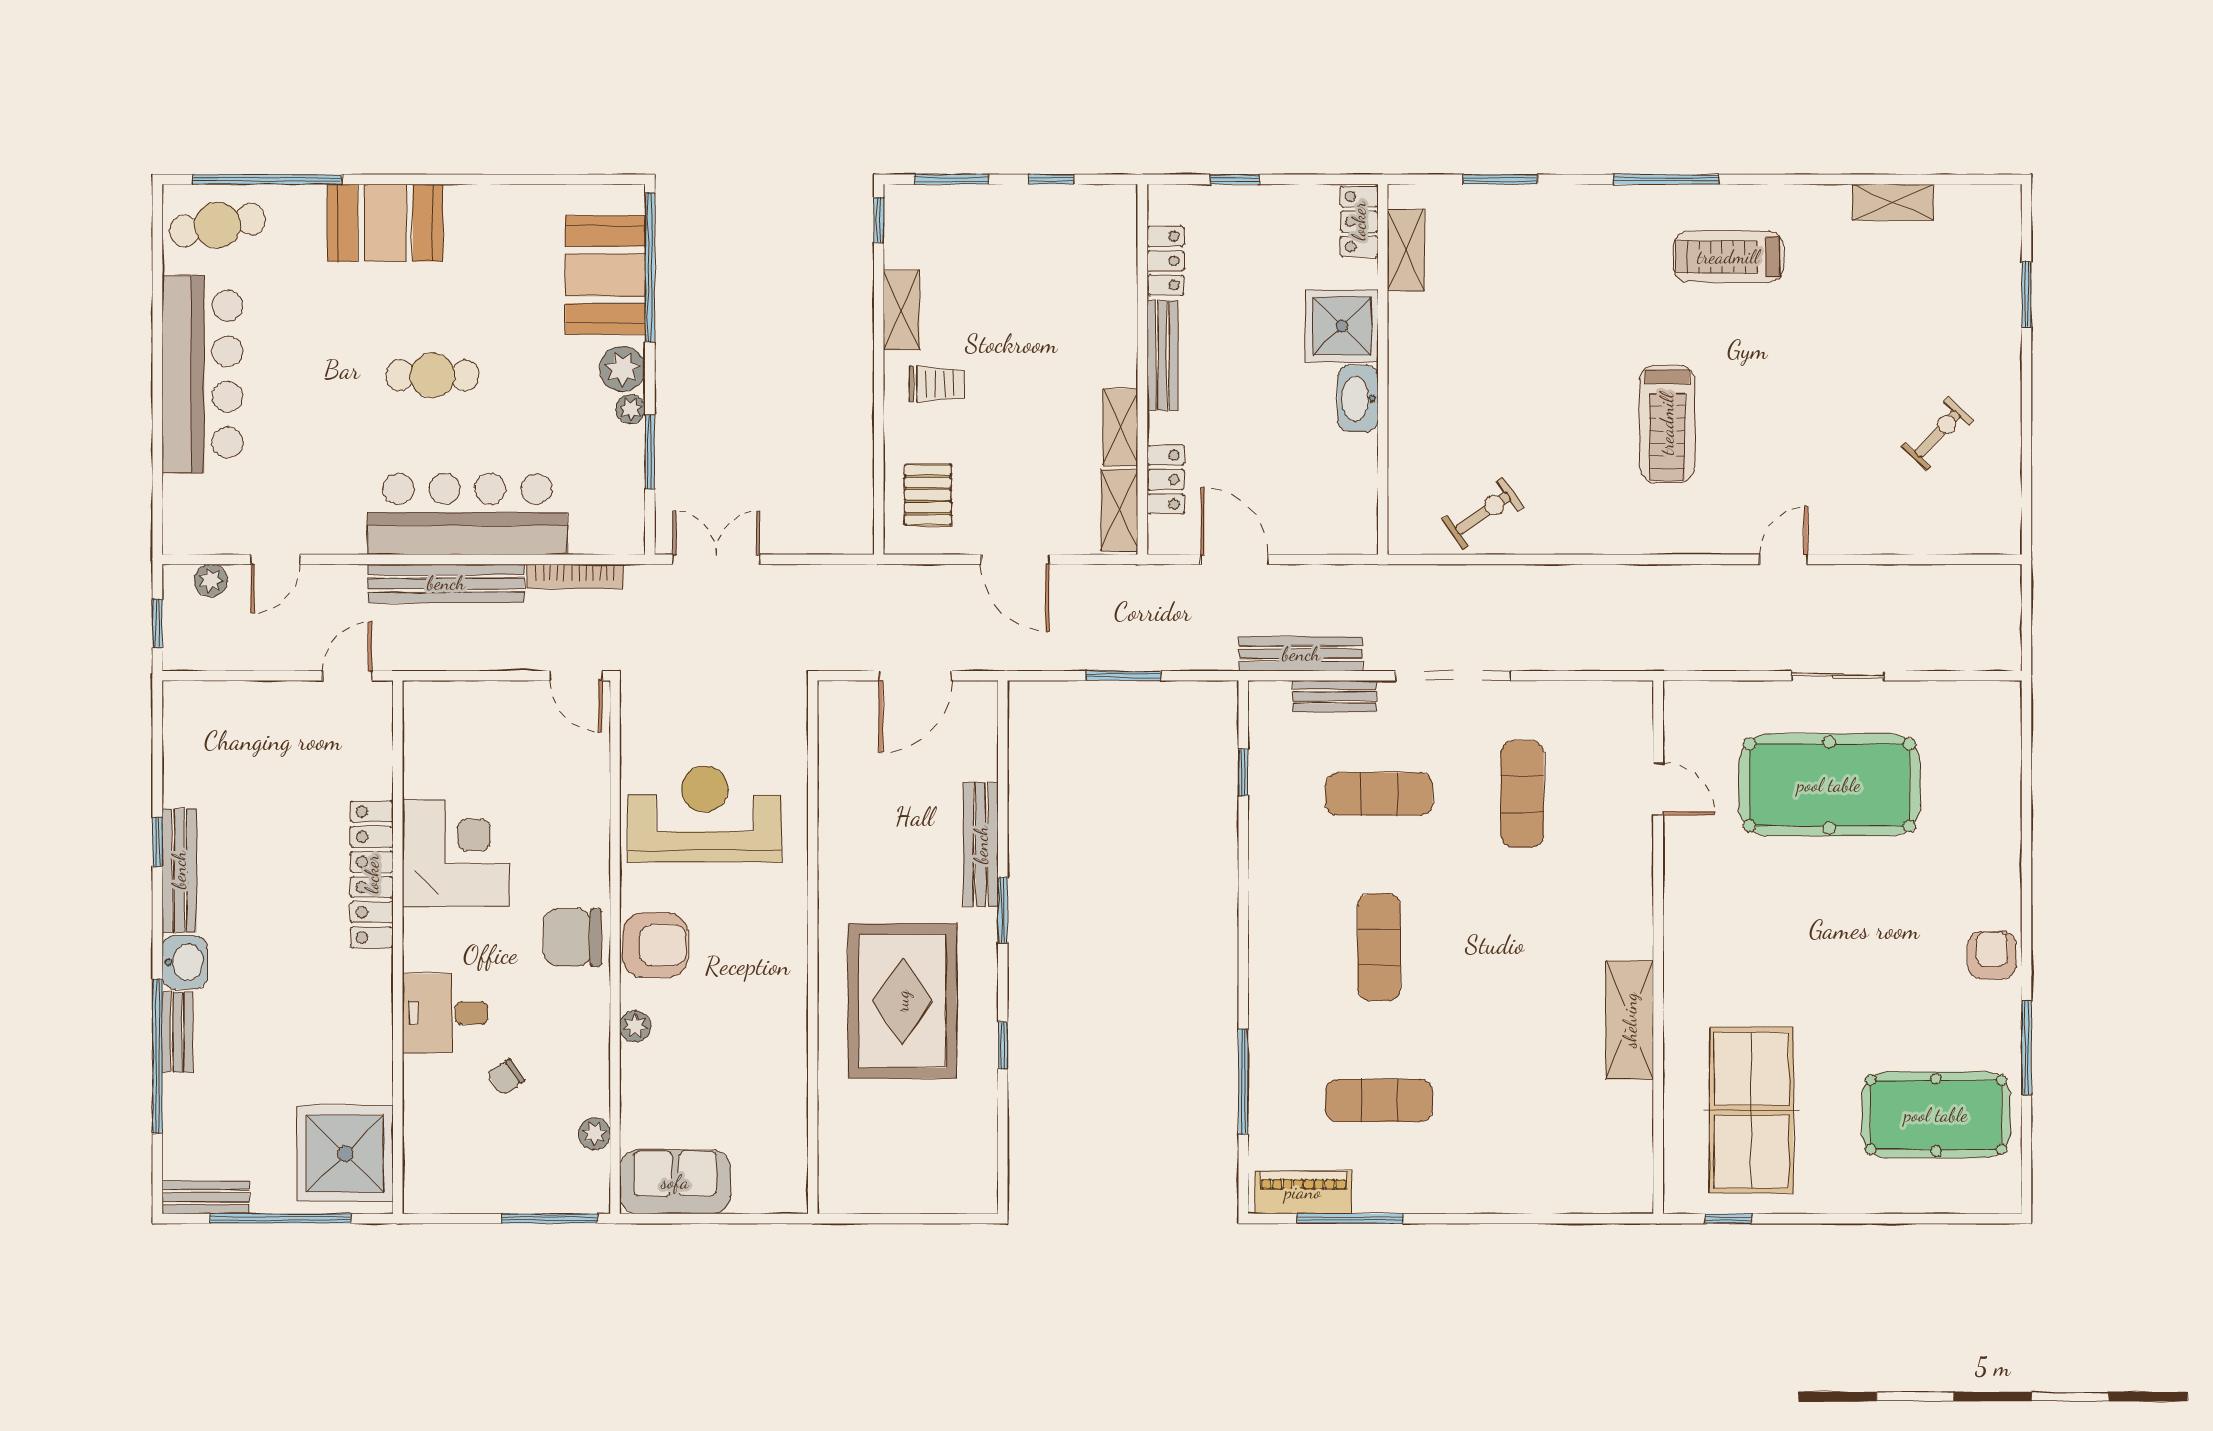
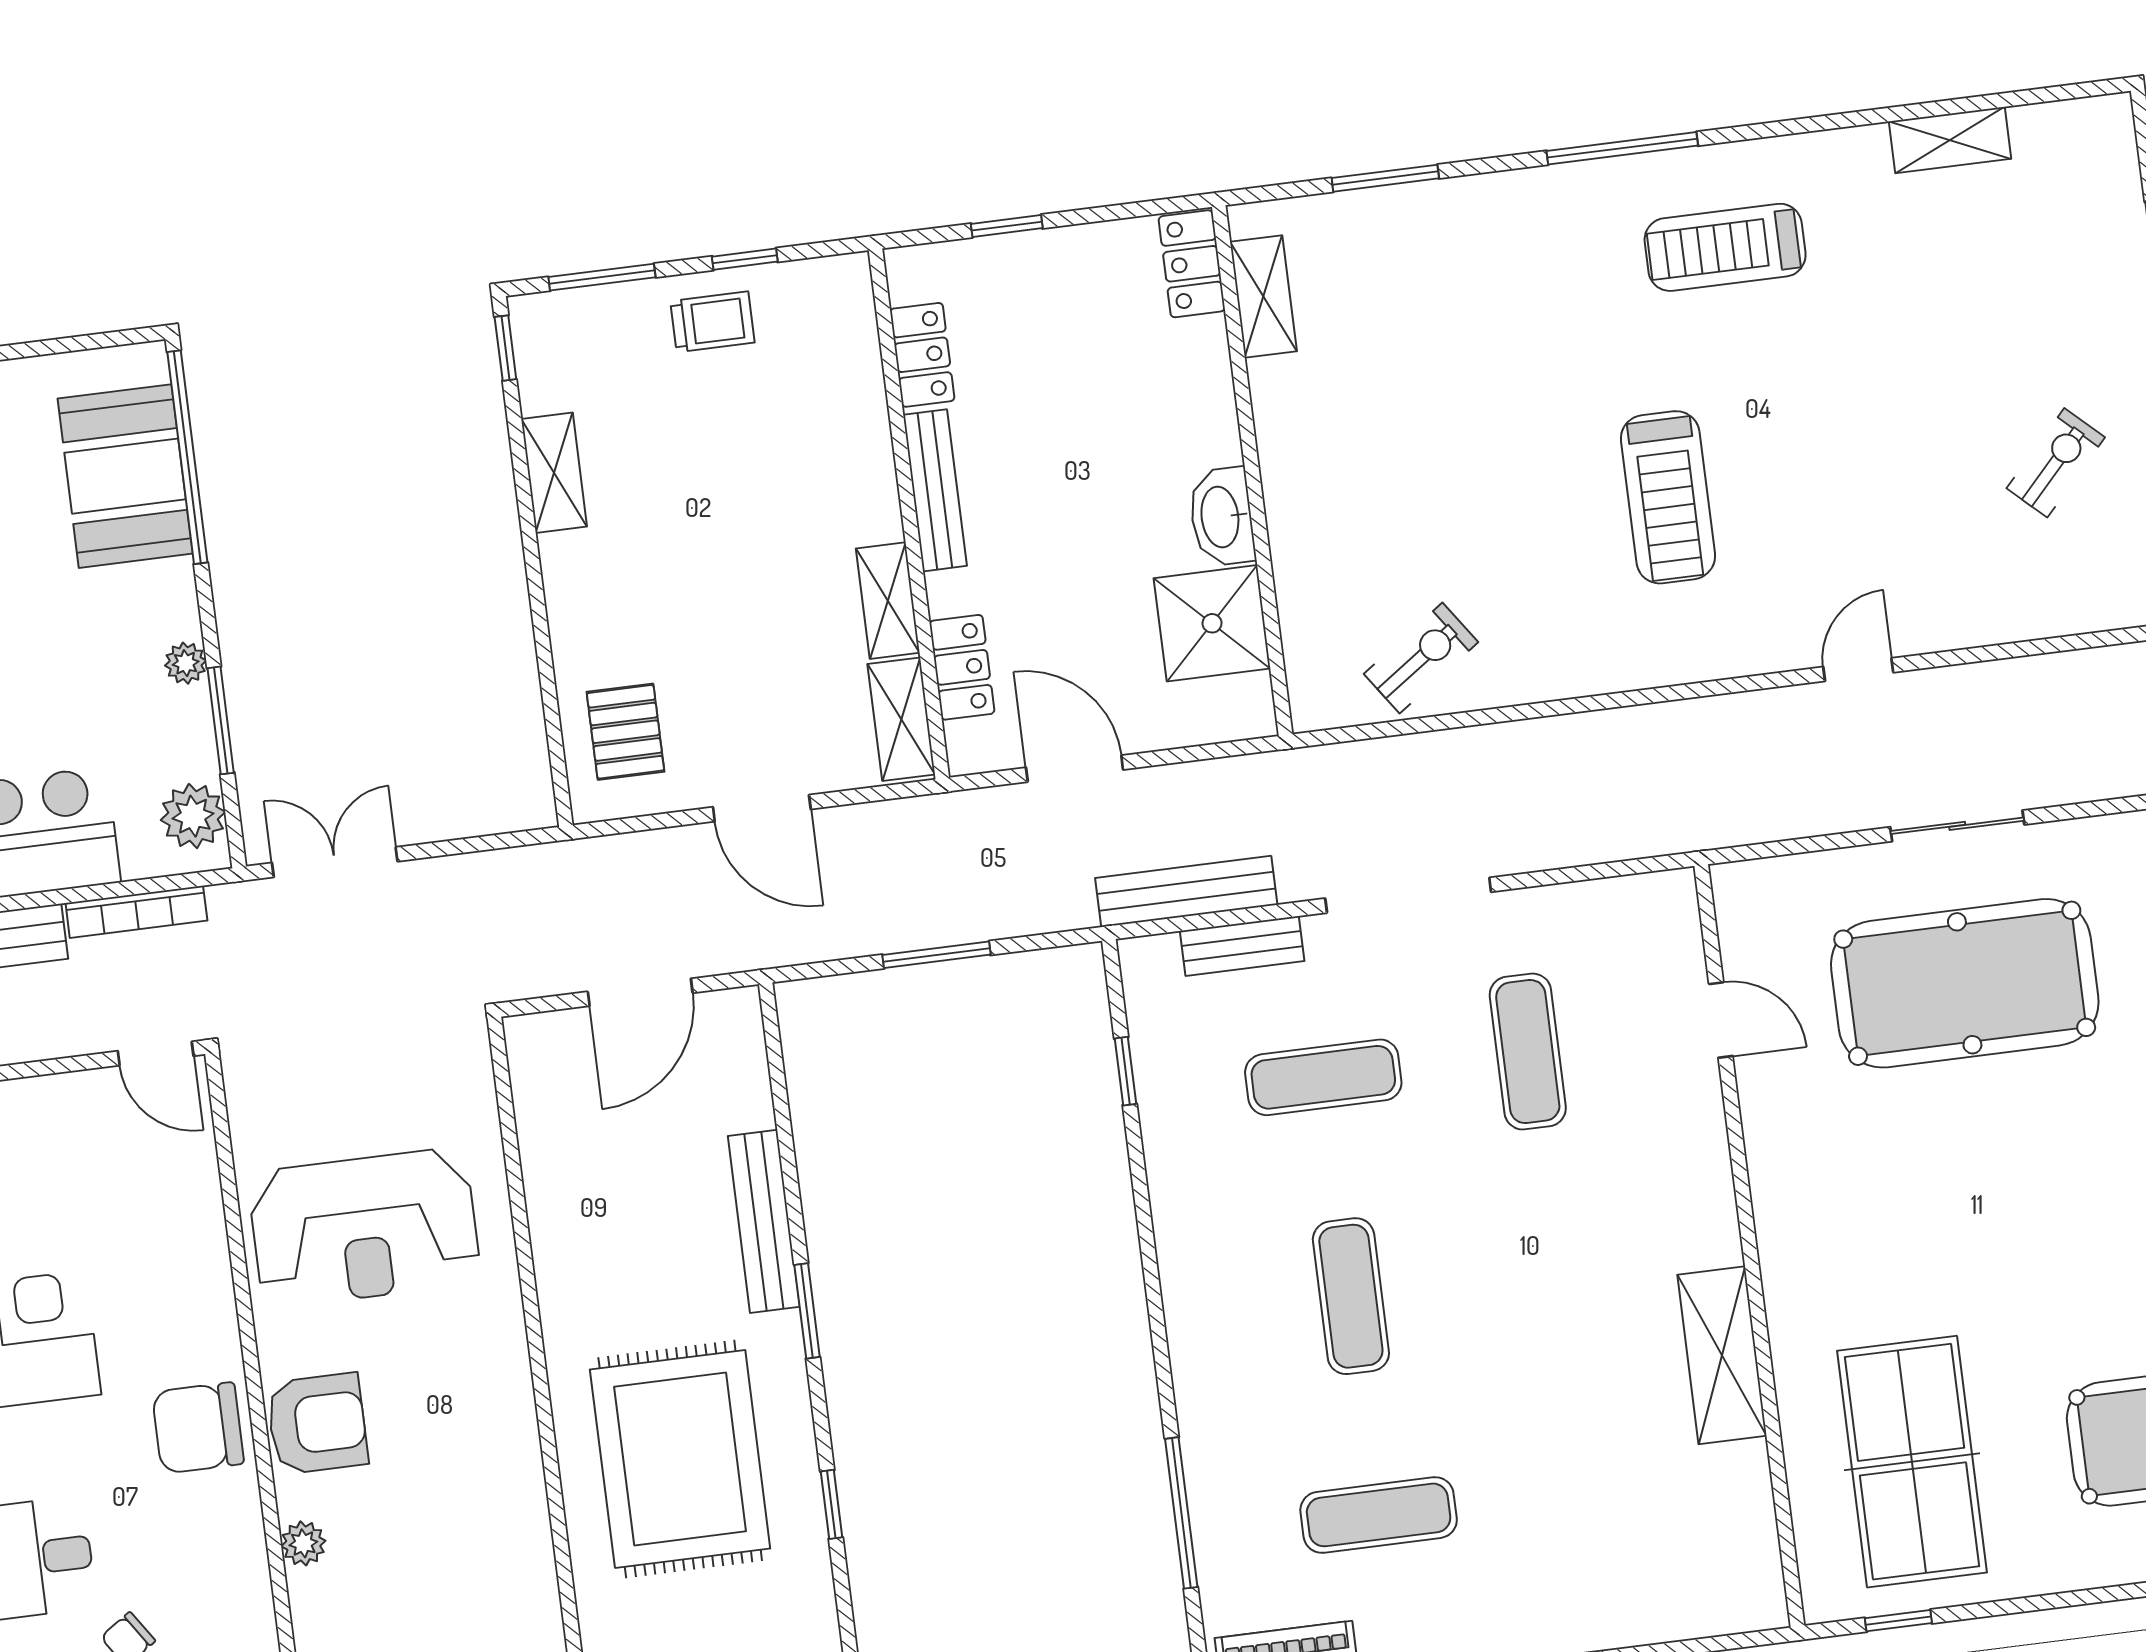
shower: (1342, 326) -> (1212, 623), moved
plant: (622, 369) -> (193, 816), moved
trolley: (936, 384) -> (712, 322), moved
reception desk: (705, 814) -> (364, 1228), turned 180

